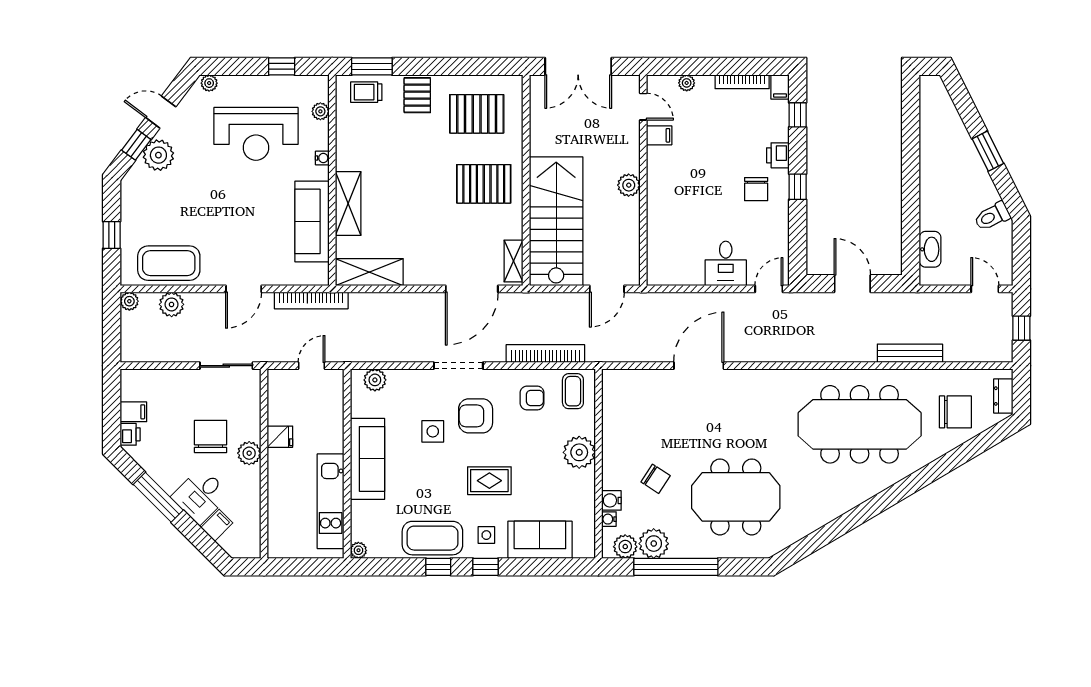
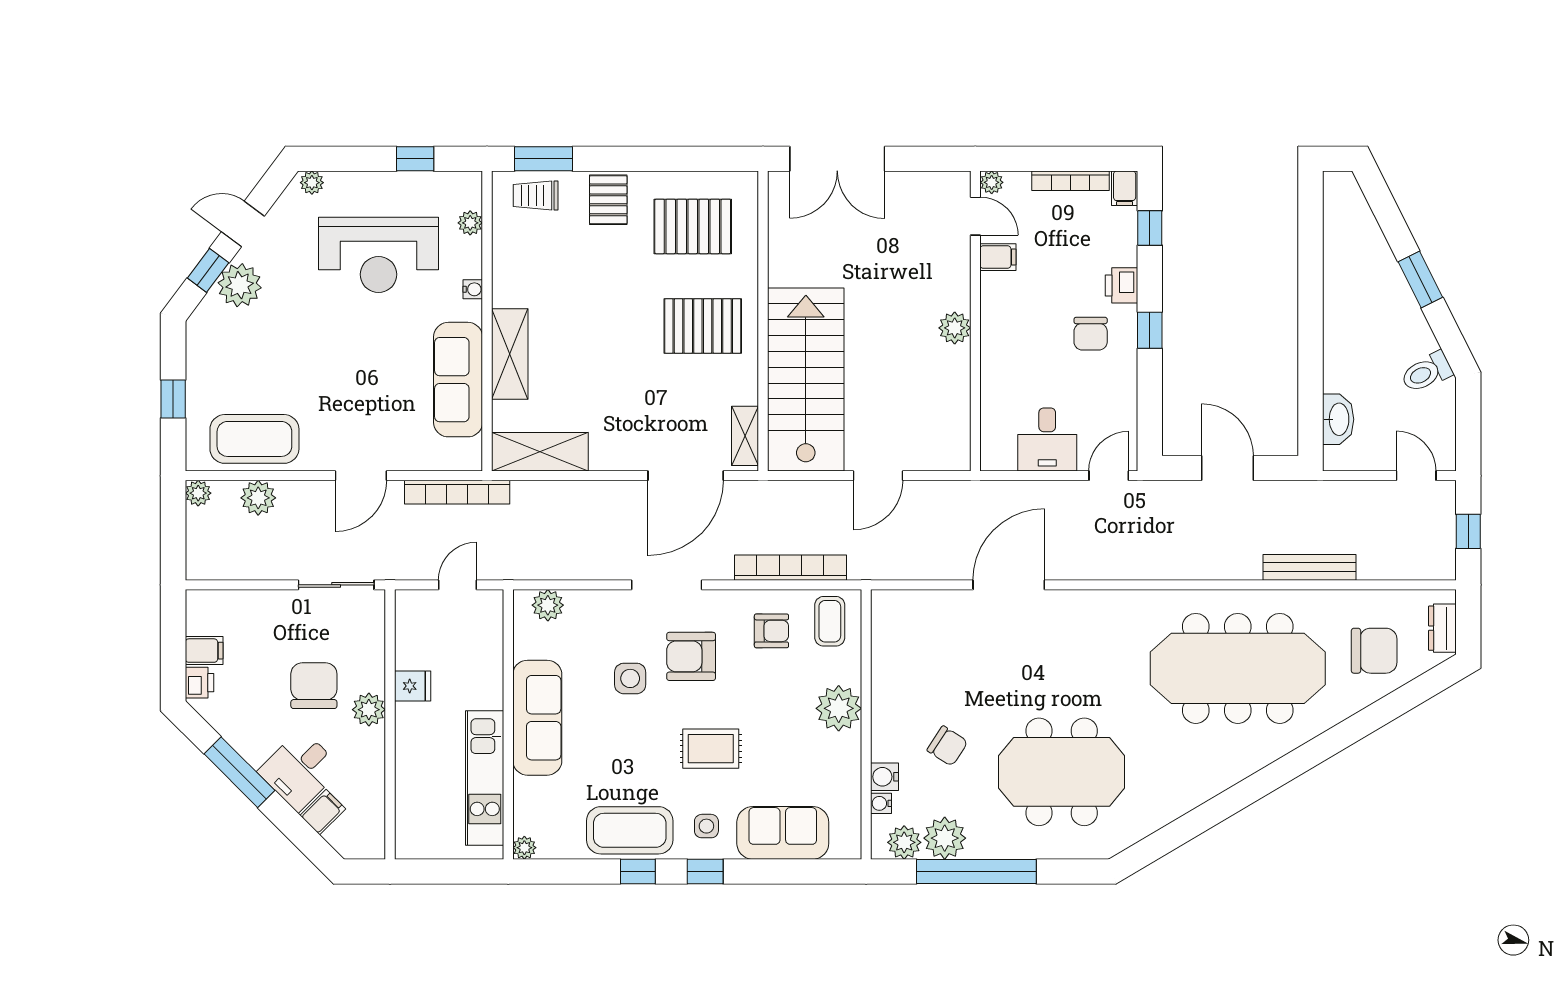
door: (643, 107) -> (975, 216), moved
filing cabinet: (659, 135) -> (998, 257), moved
wall: (643, 180) -> (975, 321), moved
plant: (629, 185) -> (955, 328), moved

